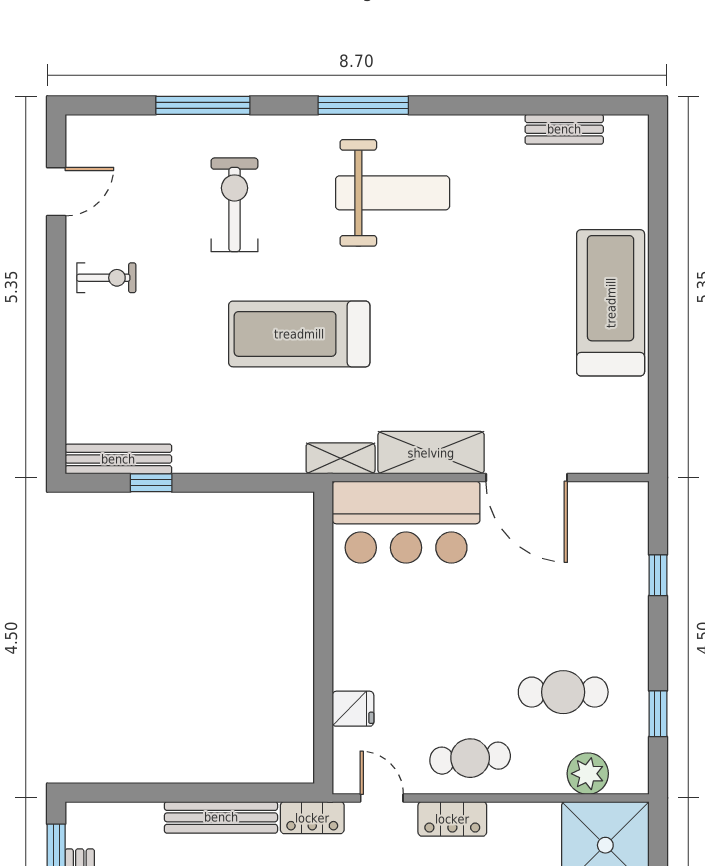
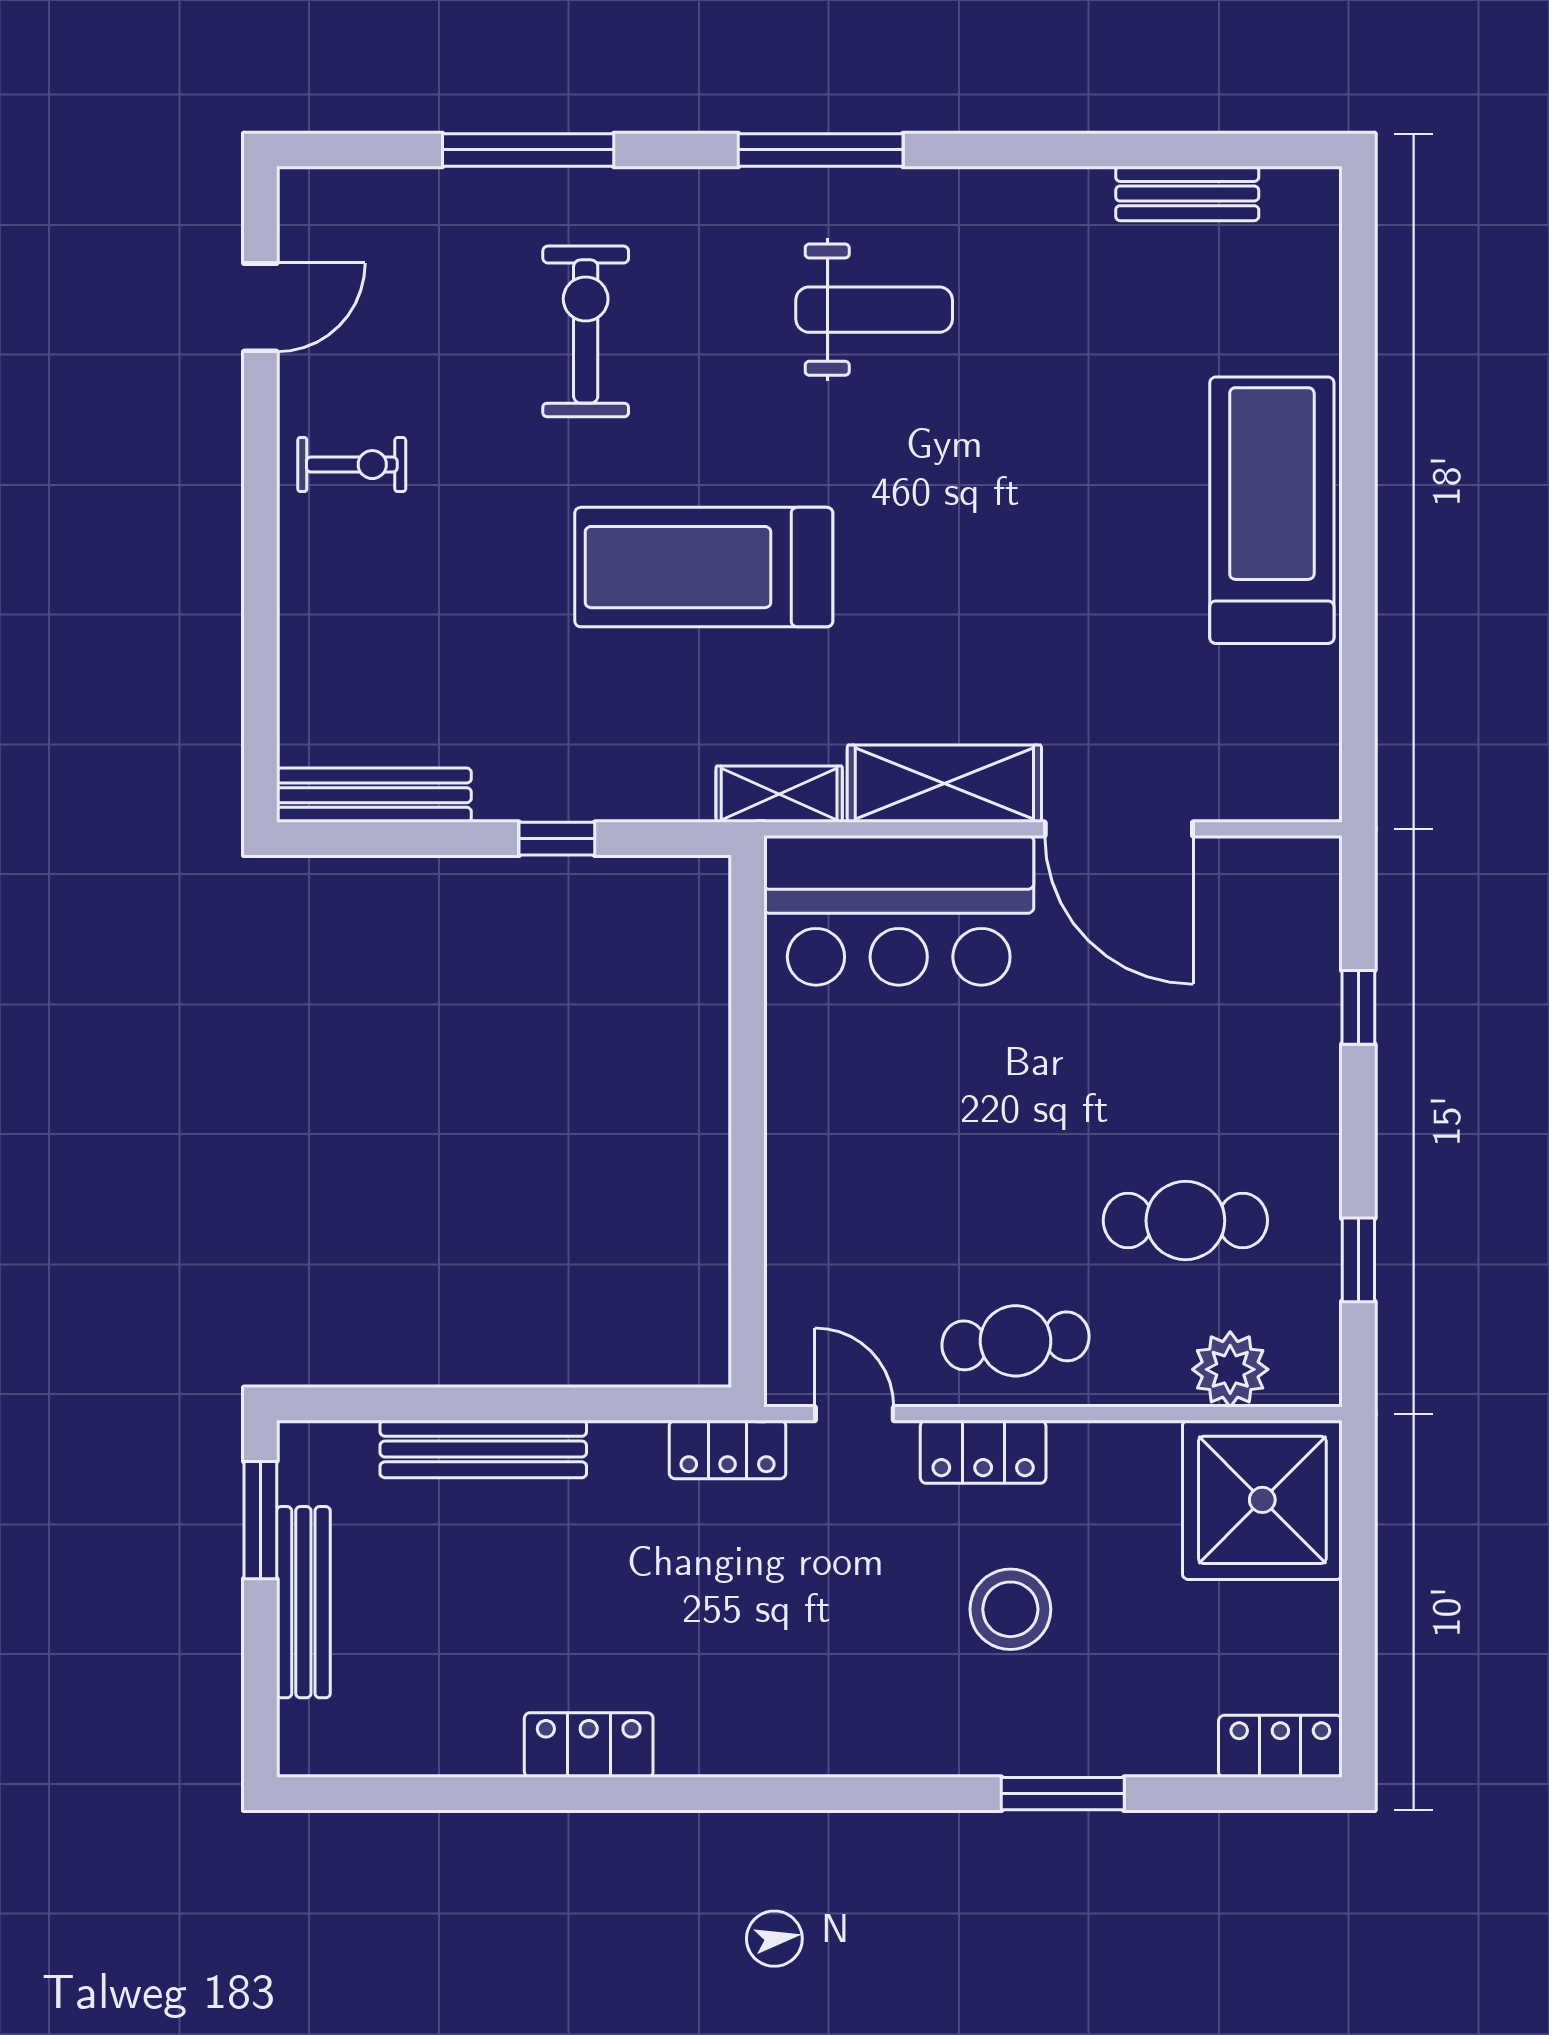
weight bench: (393, 193) -> (874, 310), width x0.73, depth x0.75
window: (151, 483) -> (557, 839), moved
fridge: (353, 709) -> (802, 1251), removed
bench: (221, 817) -> (483, 1449), moved

